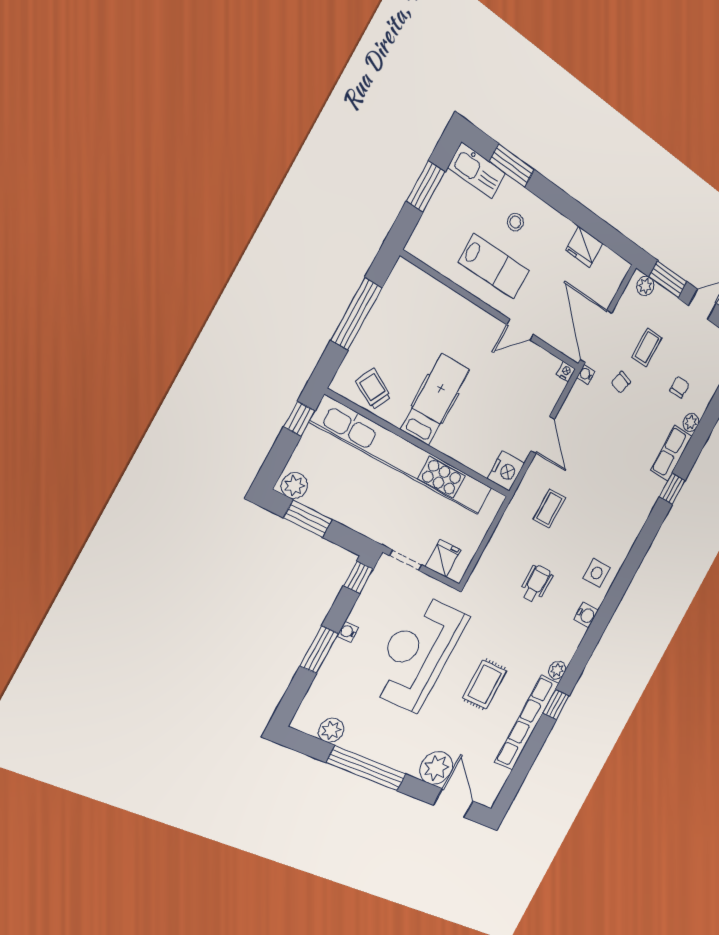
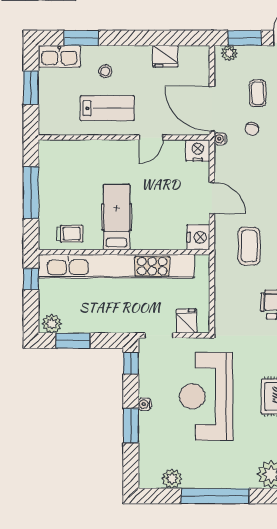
nightstand: (566, 372) -> (198, 150), width x1.89, depth x1.79
trolley: (373, 389) -> (70, 234), turned 152
coffee table: (549, 509) -> (249, 246), width x1.36, depth x1.30

